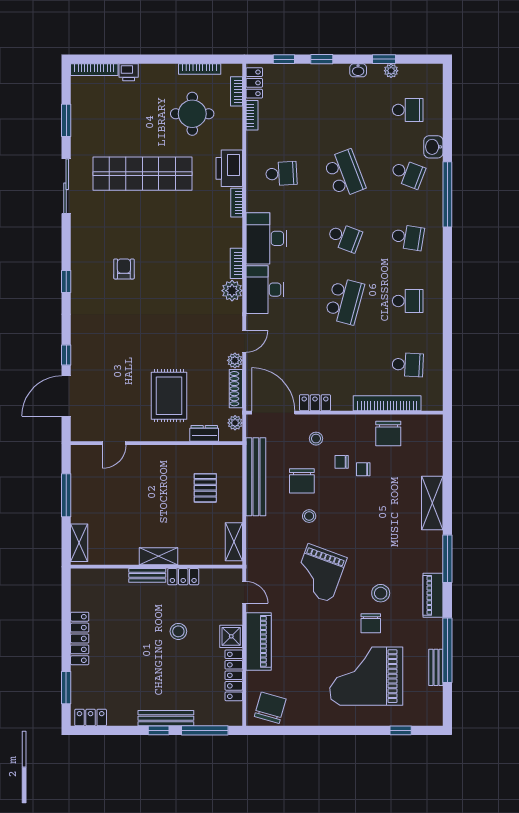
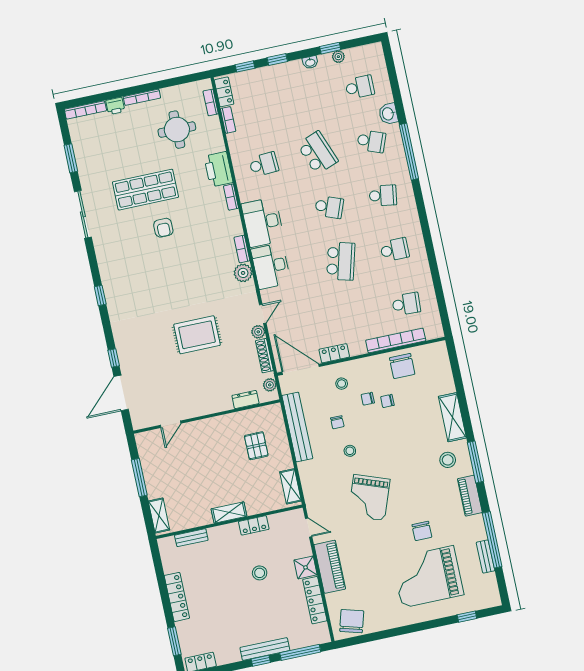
bookcase: (200, 69) -> (142, 97), moved
shop shelf: (142, 174) -> (145, 190), width x0.71
armchair: (124, 269) -> (163, 228), moved, turned 180
rug: (169, 396) -> (197, 335), moved, turned 90
chair: (302, 481) -> (337, 422), width x0.54, depth x0.54
bench: (147, 575) -> (191, 538), moved
stool: (381, 593) -> (448, 460), moved

